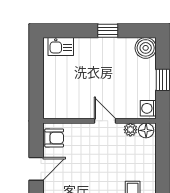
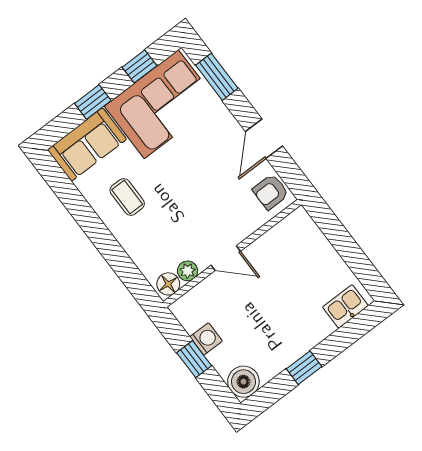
washing machine: (148, 108) -> (206, 339), moved

